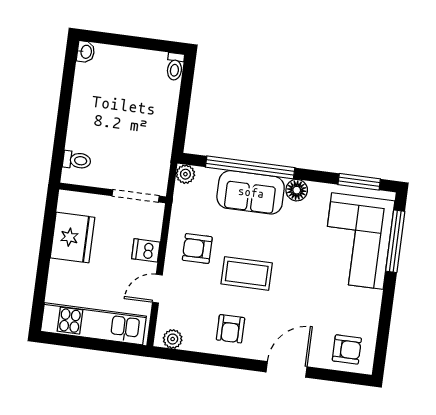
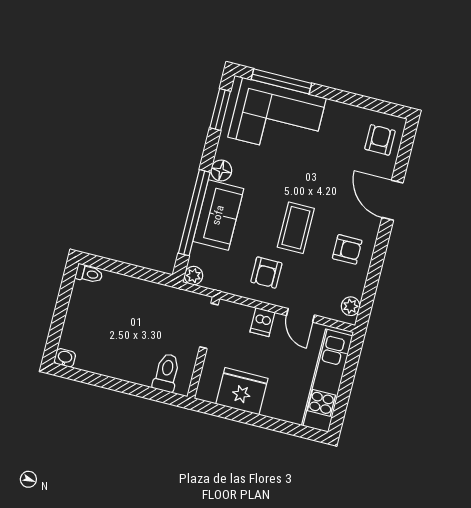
toilet: (77, 160) -> (166, 373), width x1.37, depth x1.39

